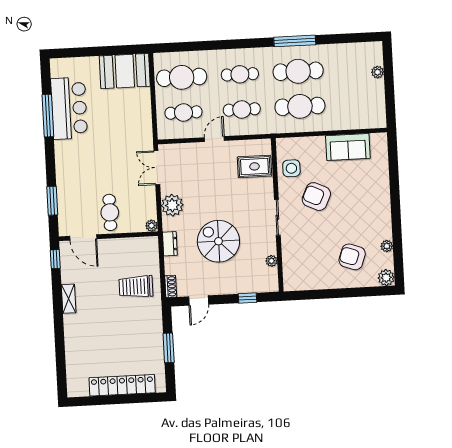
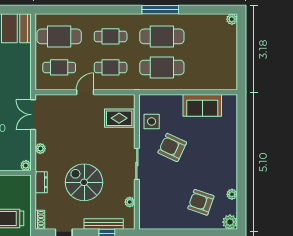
plant: (378, 72) -> (232, 19), moved
plant: (172, 205) -> (40, 149), width x0.53, depth x0.53
bench: (243, 287) -> (104, 224), added

